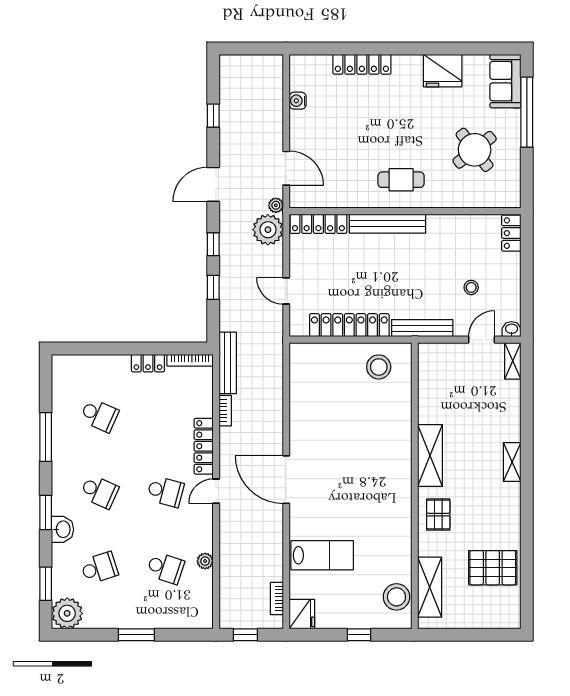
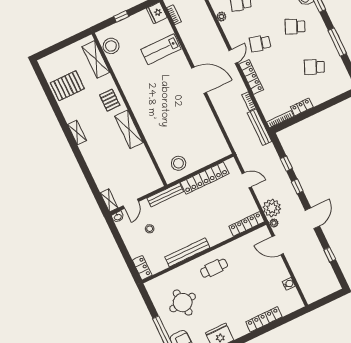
round table: (475, 150) -> (183, 303), turned 31
bench: (387, 224) -> (187, 252), moved
shelving: (512, 462) -> (77, 133), moved

